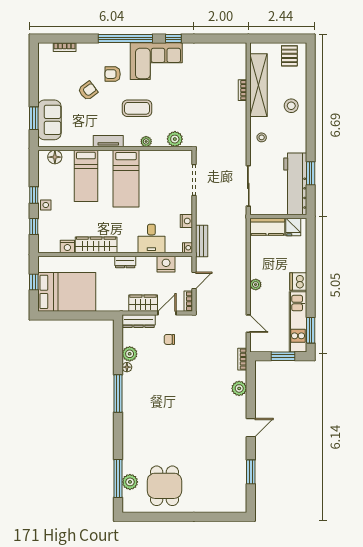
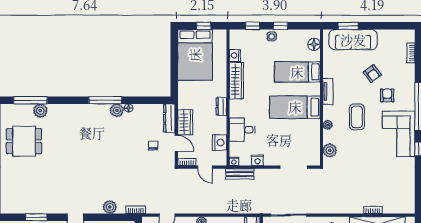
sofa: (49, 120) -> (353, 40), width x1.36
plant: (130, 354) -> (117, 110), moved
plant: (130, 482) -> (40, 111), moved

